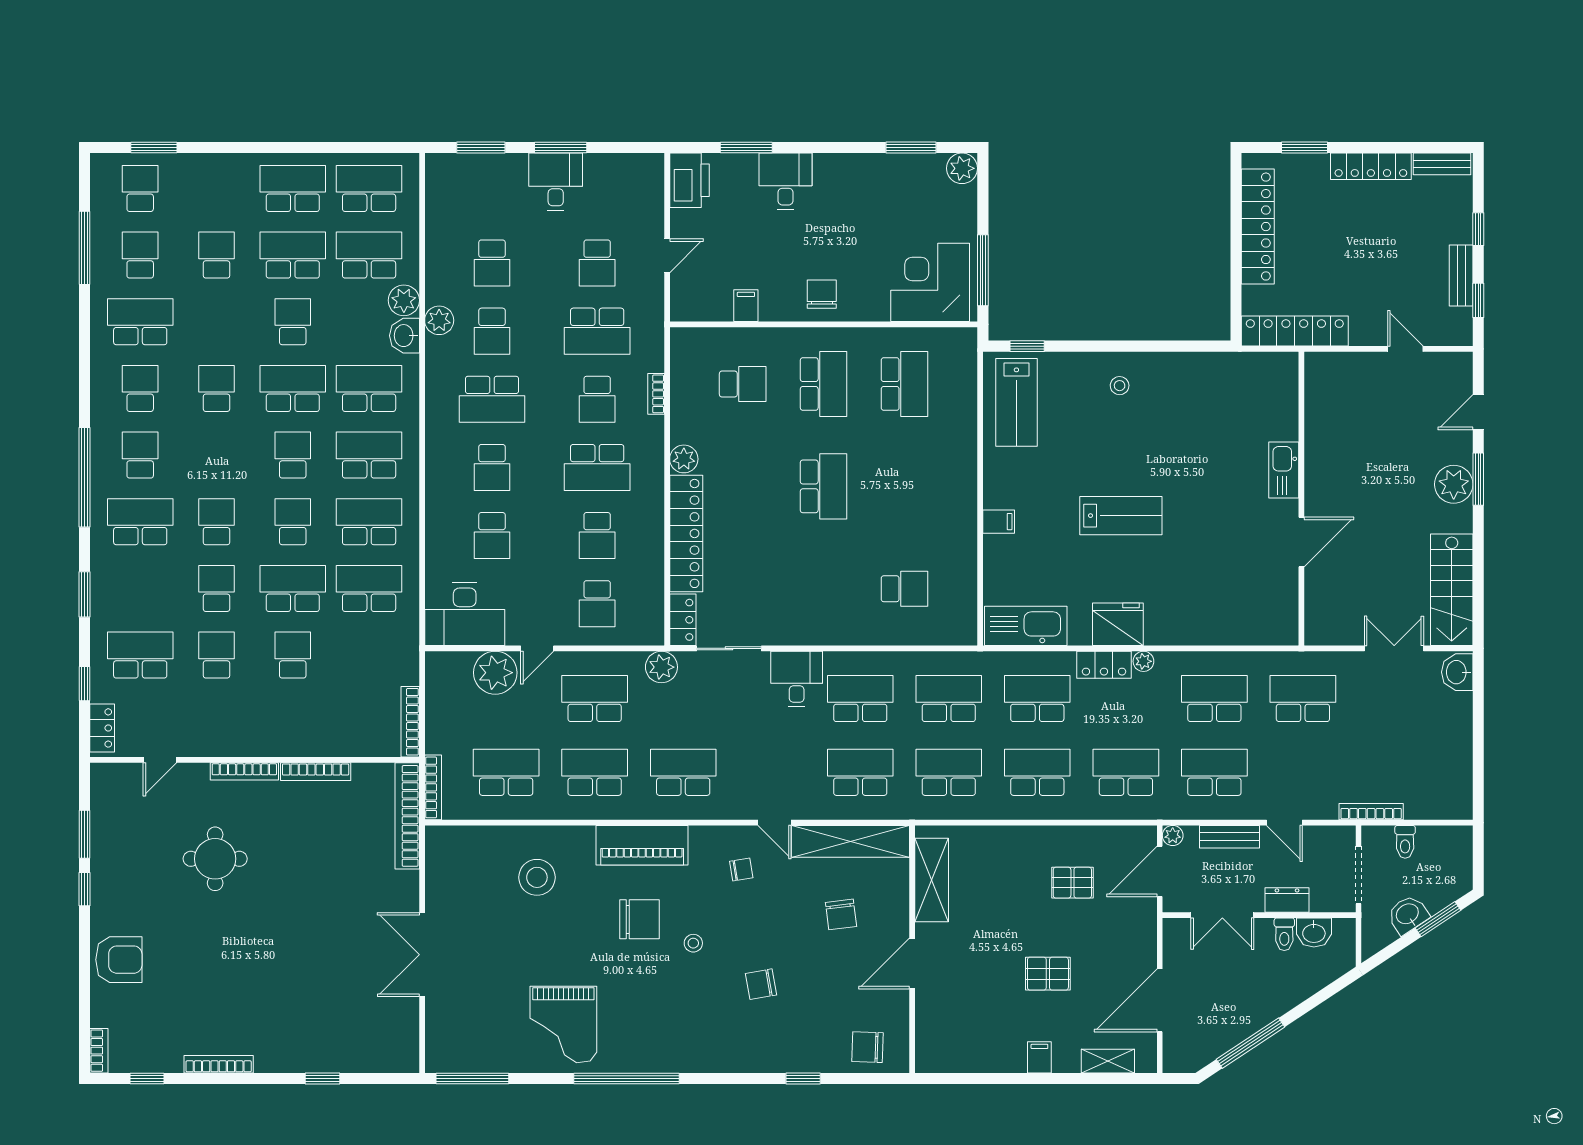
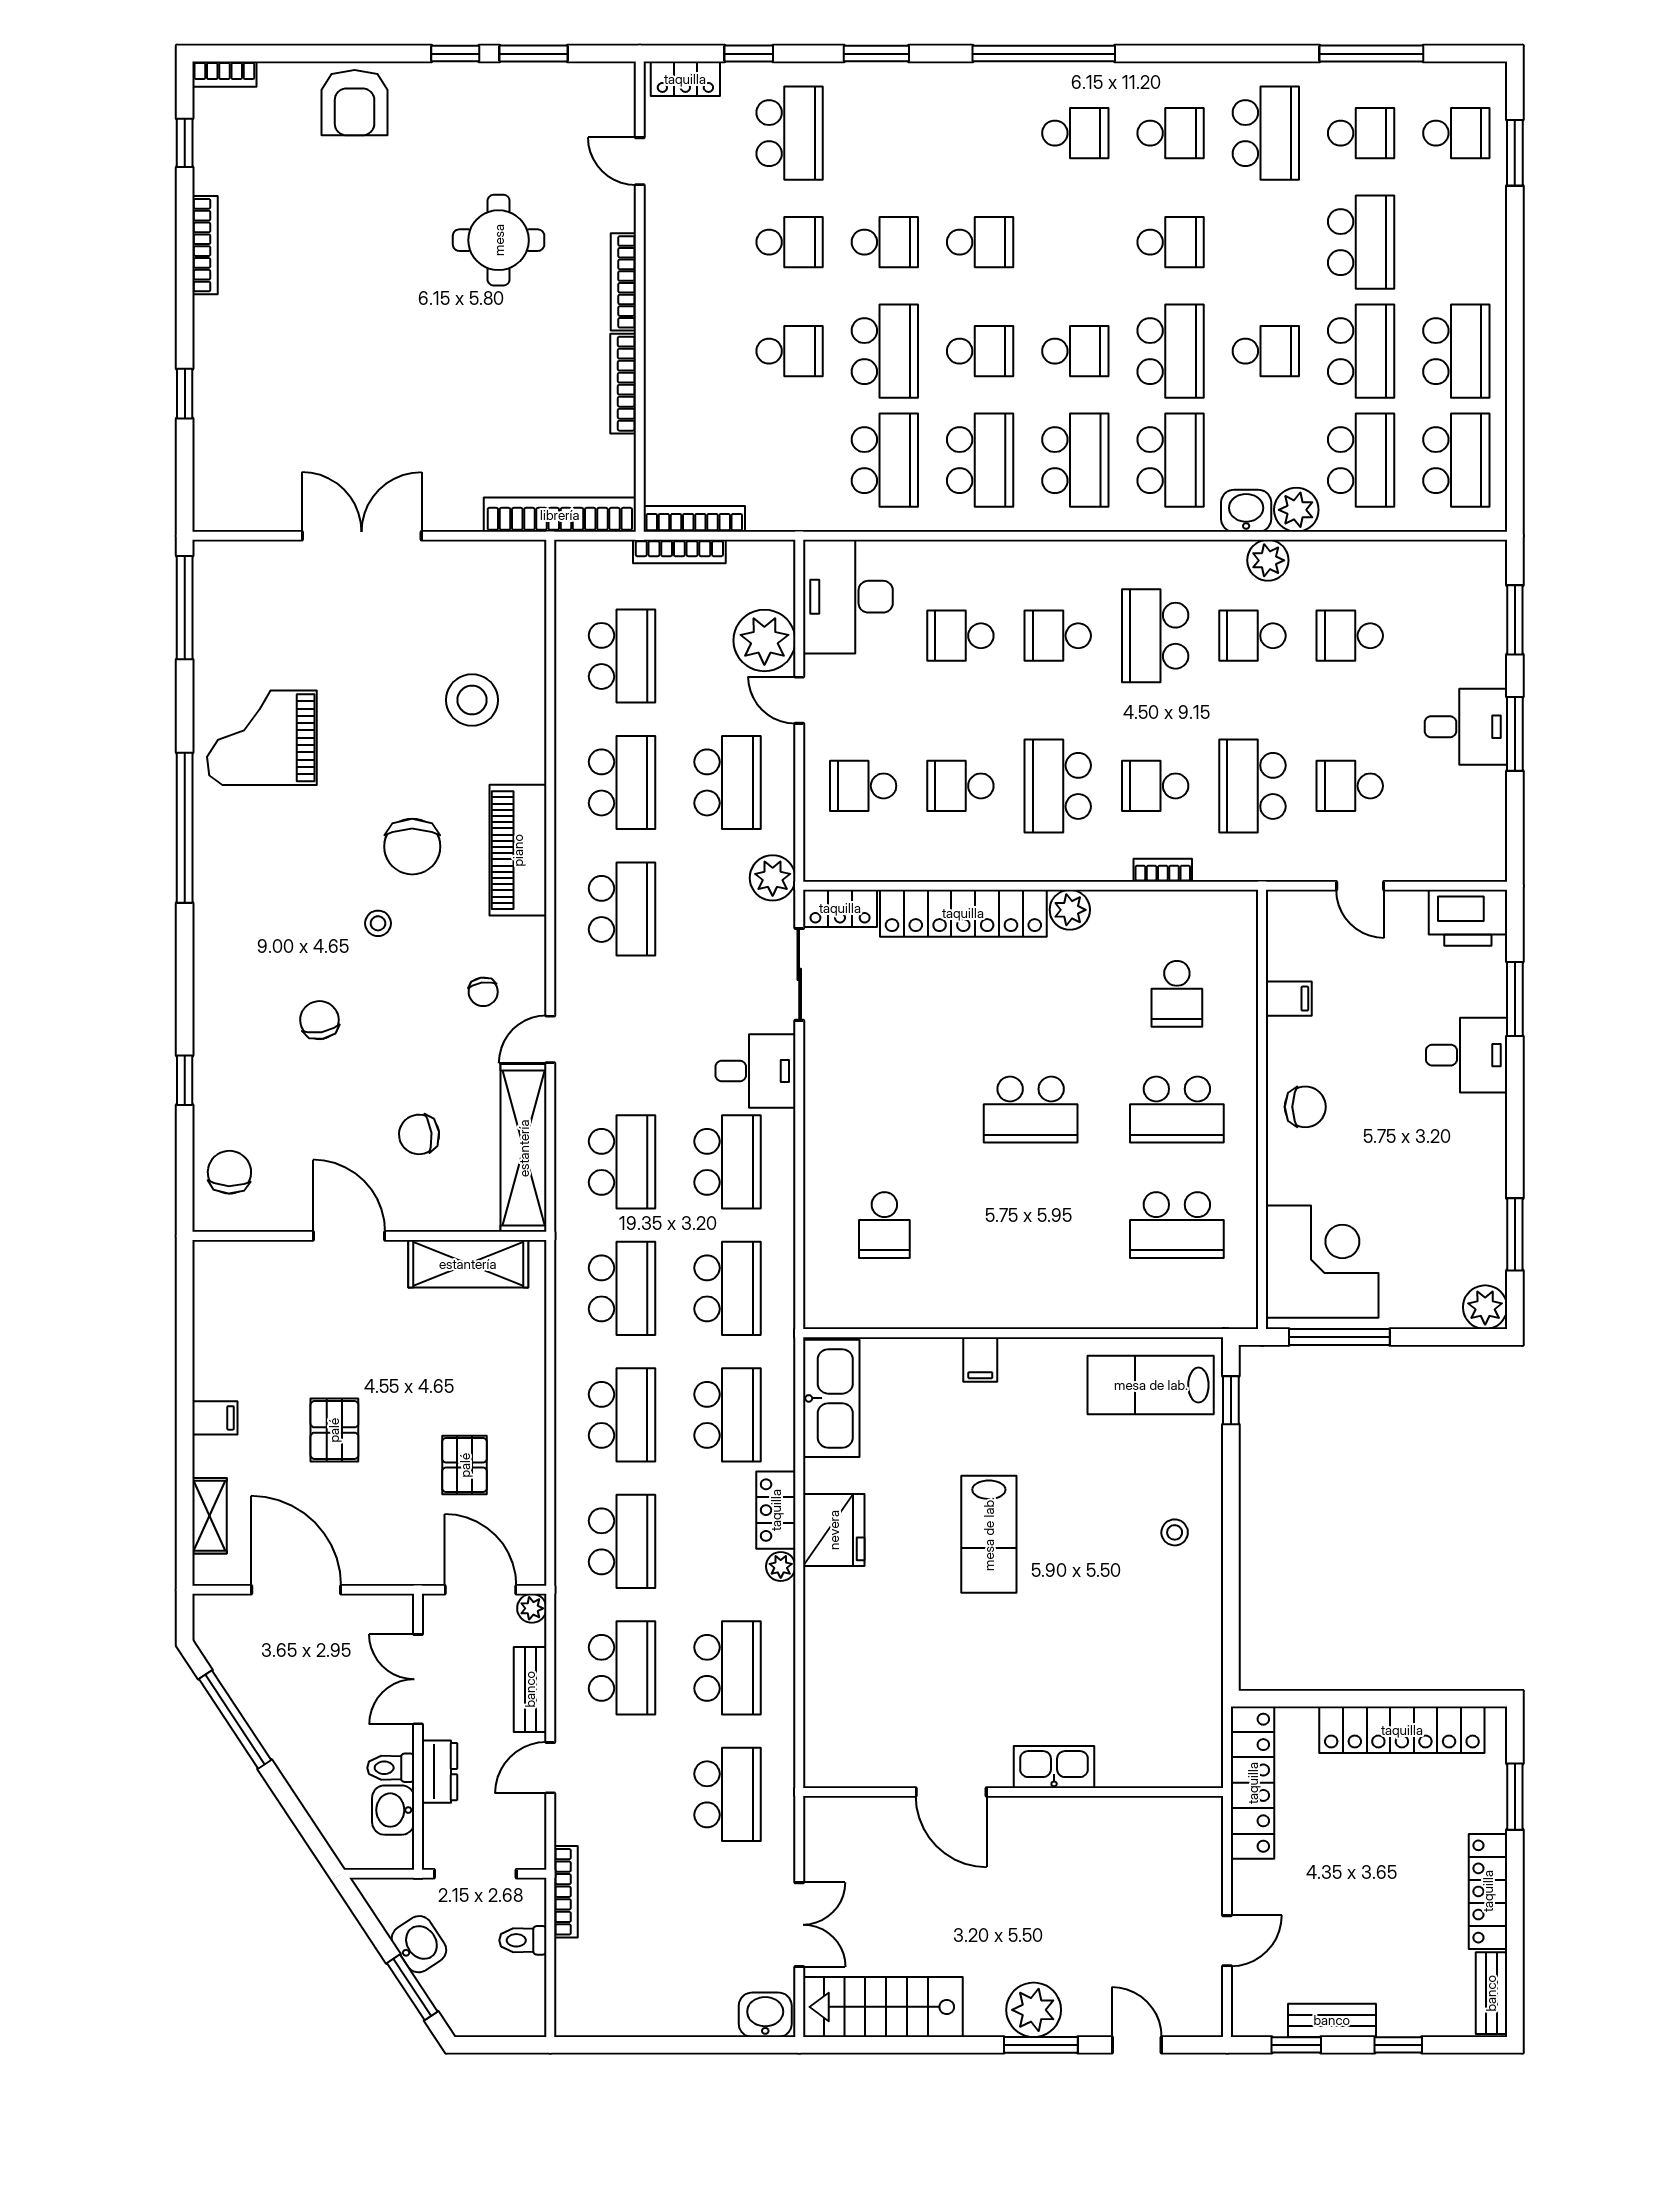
school desk: (216, 255) -> (1361, 242), width x1.85
school desk: (140, 522) -> (980, 133), removed
bookcase: (433, 787) -> (679, 552), moved

